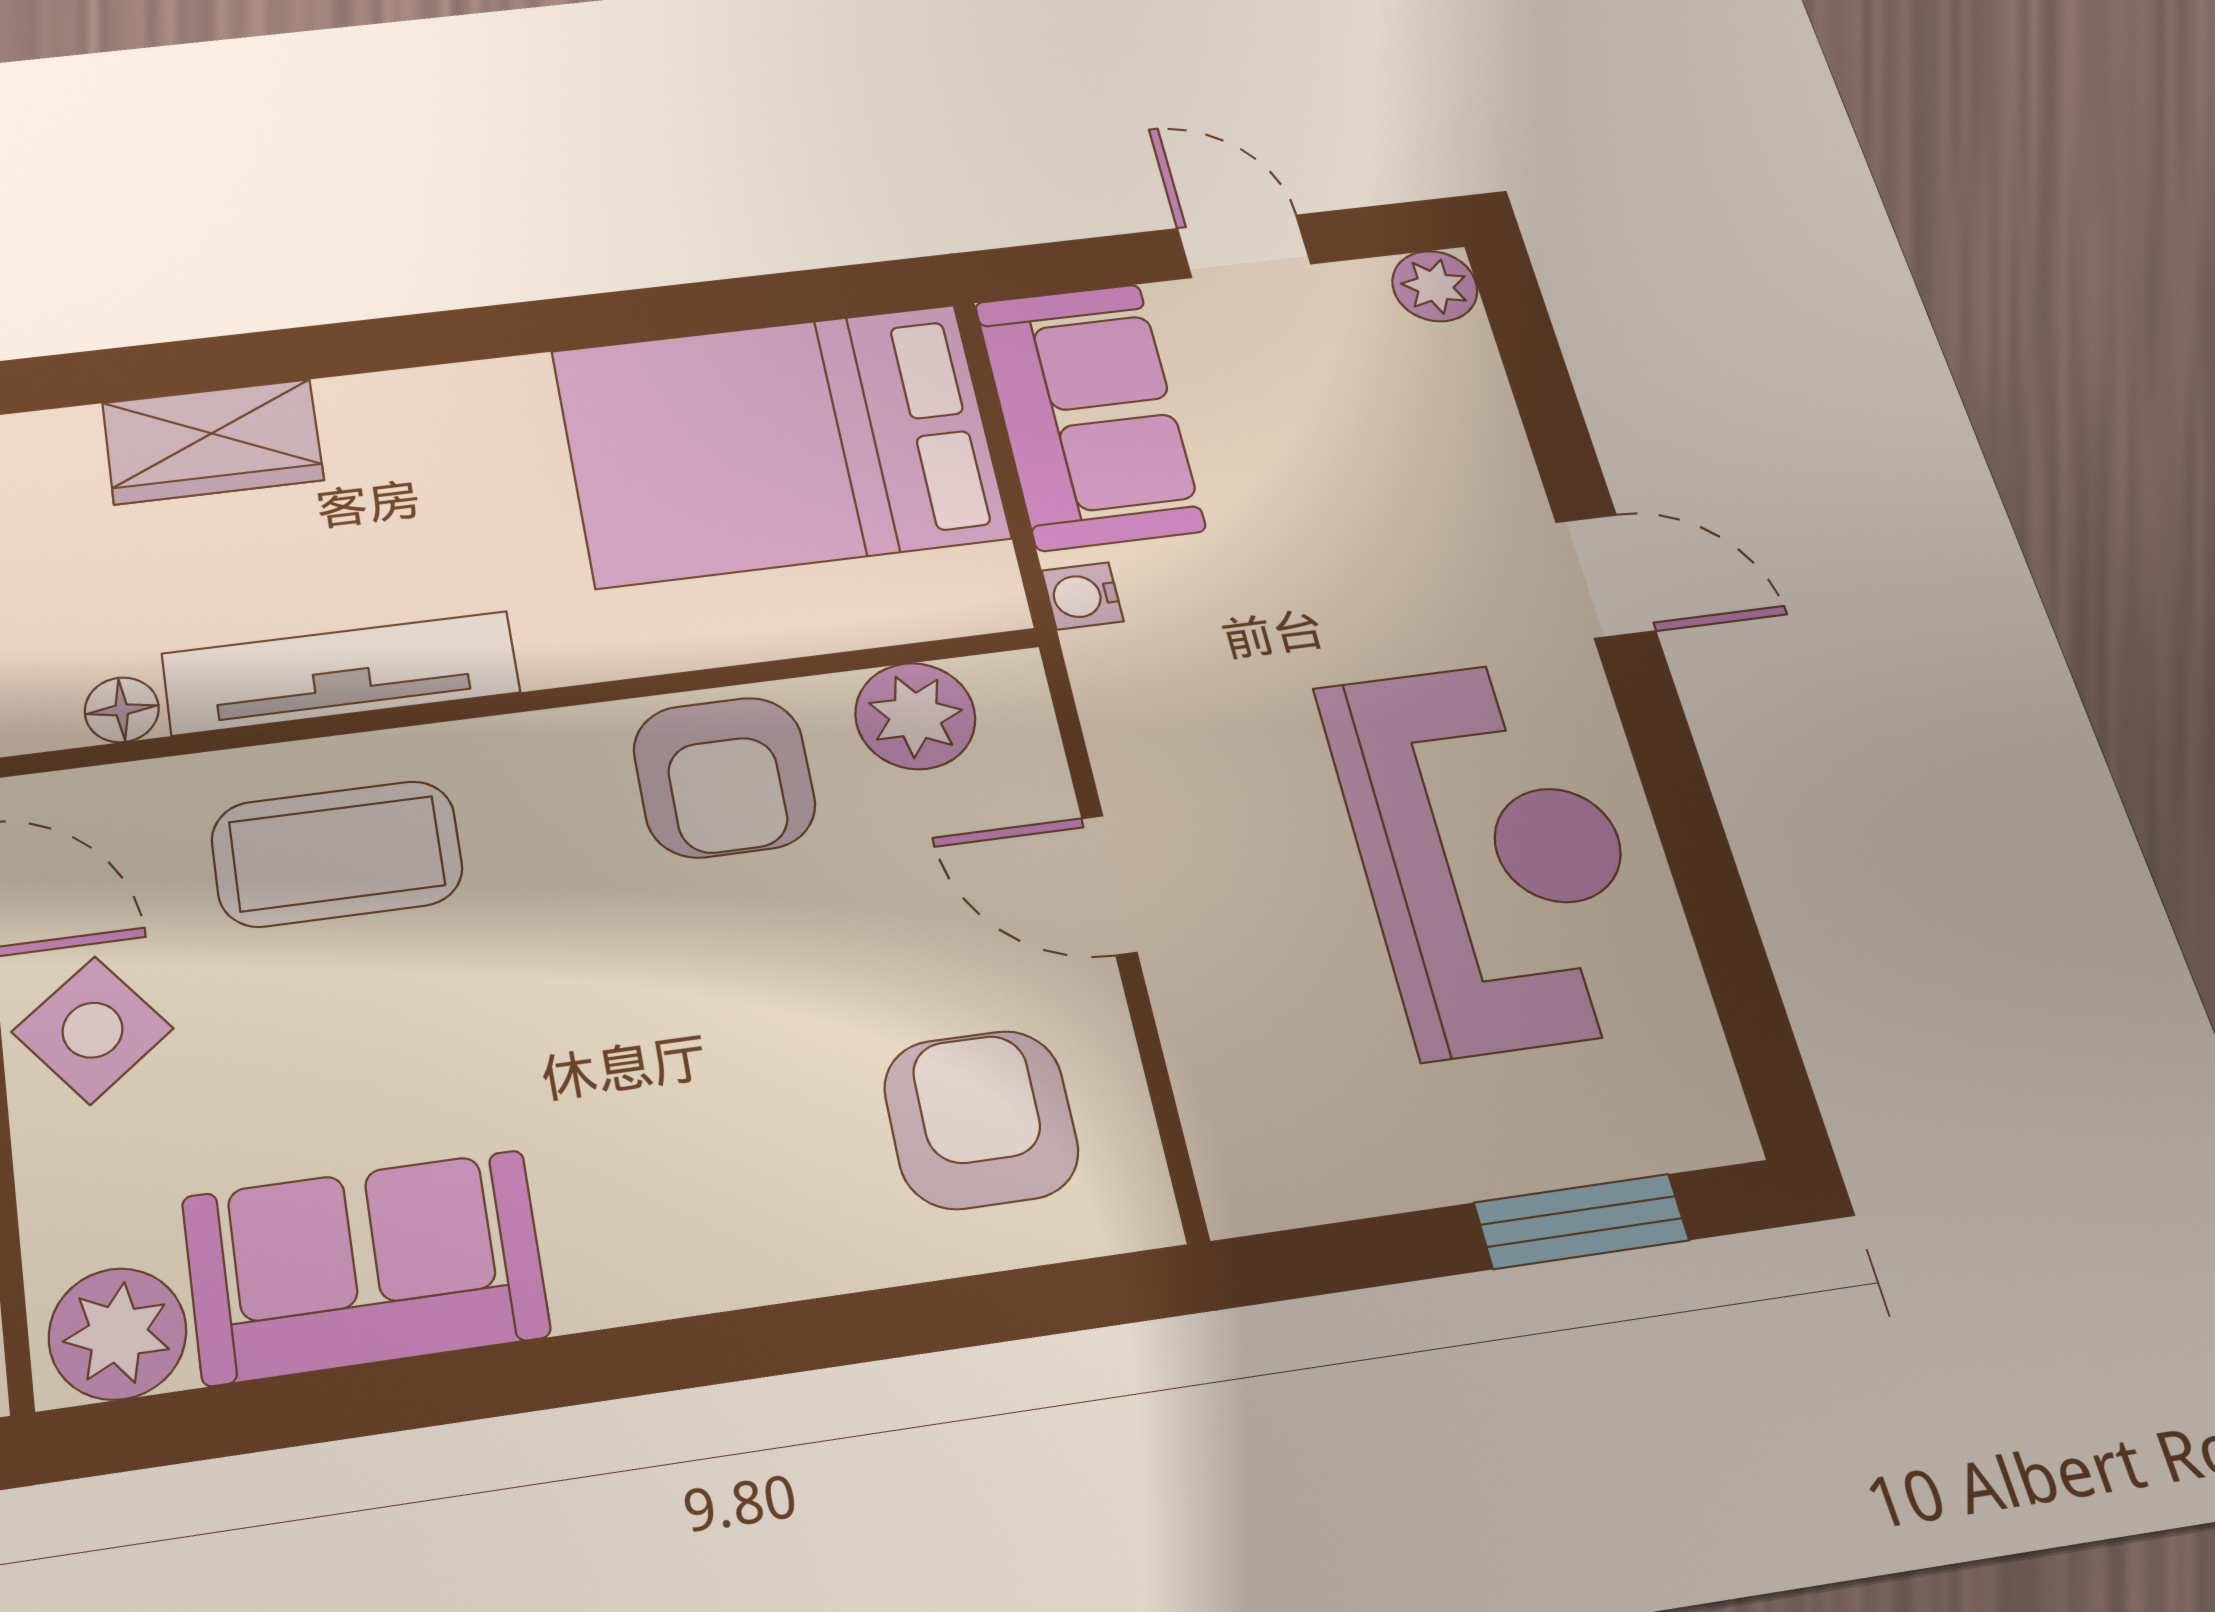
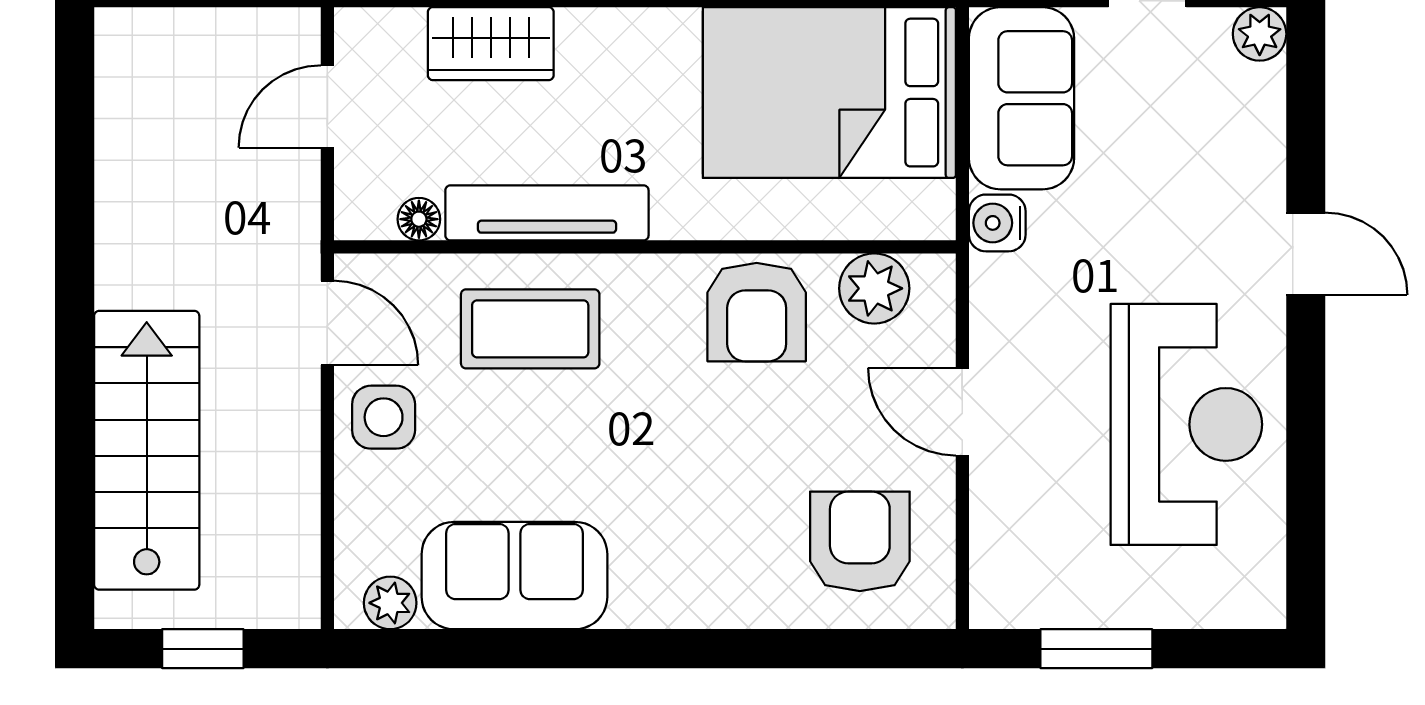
water cooler: (1083, 596) -> (997, 223), width x1.38, depth x1.38
side table: (92, 1030) -> (384, 417), turned 38
window: (1581, 1221) -> (1096, 649), moved
plant: (117, 1334) -> (390, 603), width x0.73, depth x0.73

